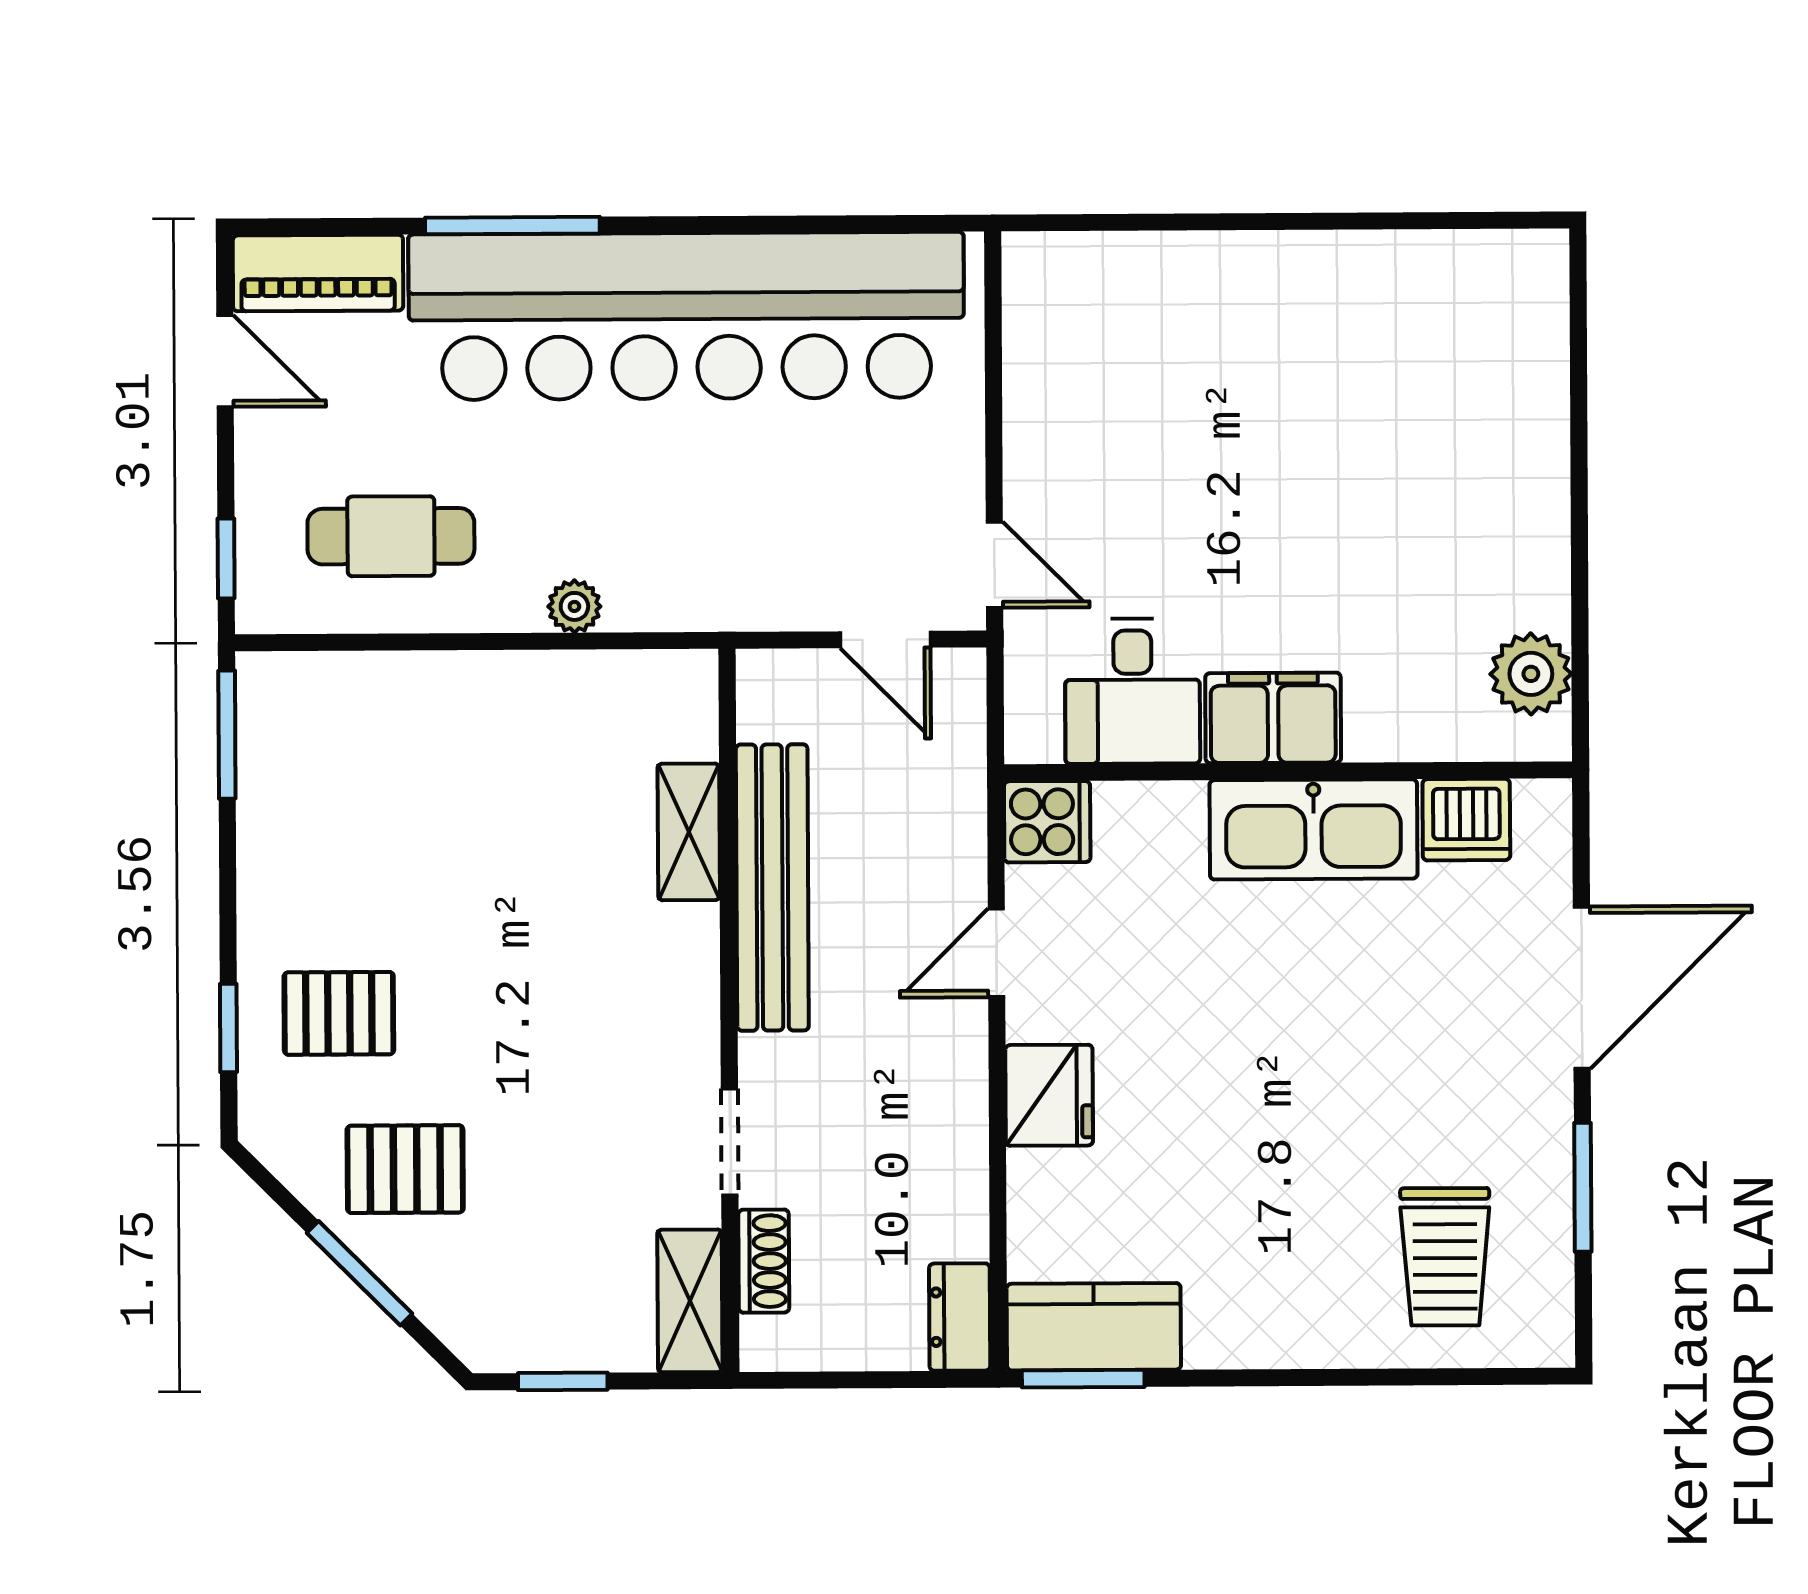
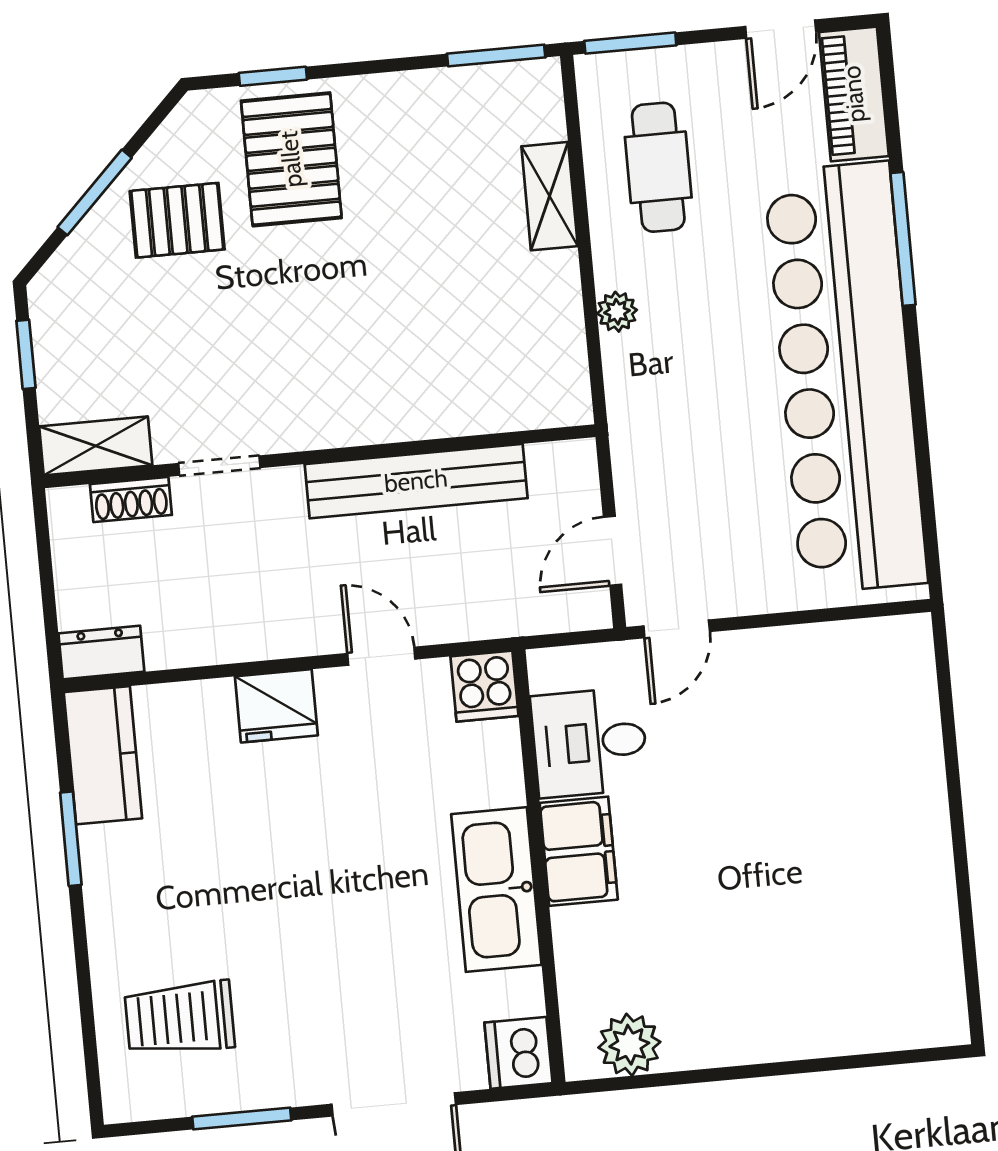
window: (226, 558) -> (630, 43), width x1.50
dishwasher: (1466, 820) -> (518, 1053), moved
shelving: (689, 832) -> (550, 196), moved, turned 90
pallet: (339, 1013) -> (291, 159), width x1.50, depth x1.42
pallet: (405, 1169) -> (177, 220), turned 90
window: (1083, 1379) -> (71, 839), moved

